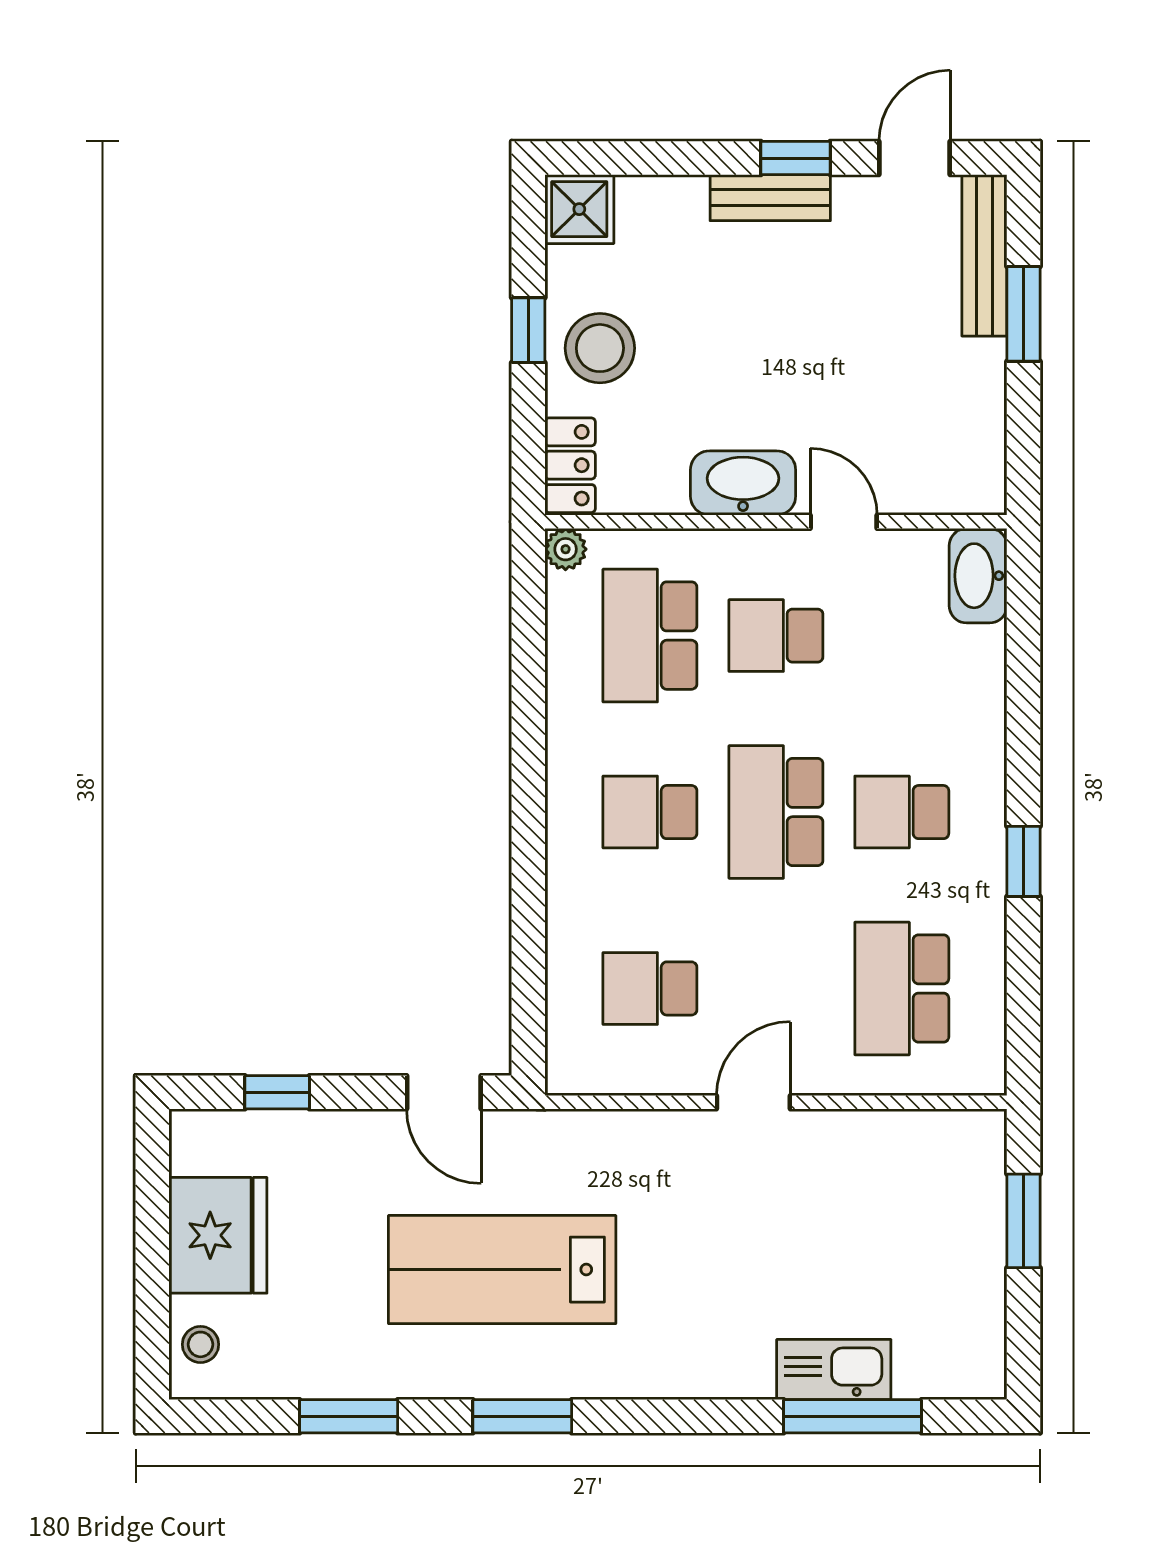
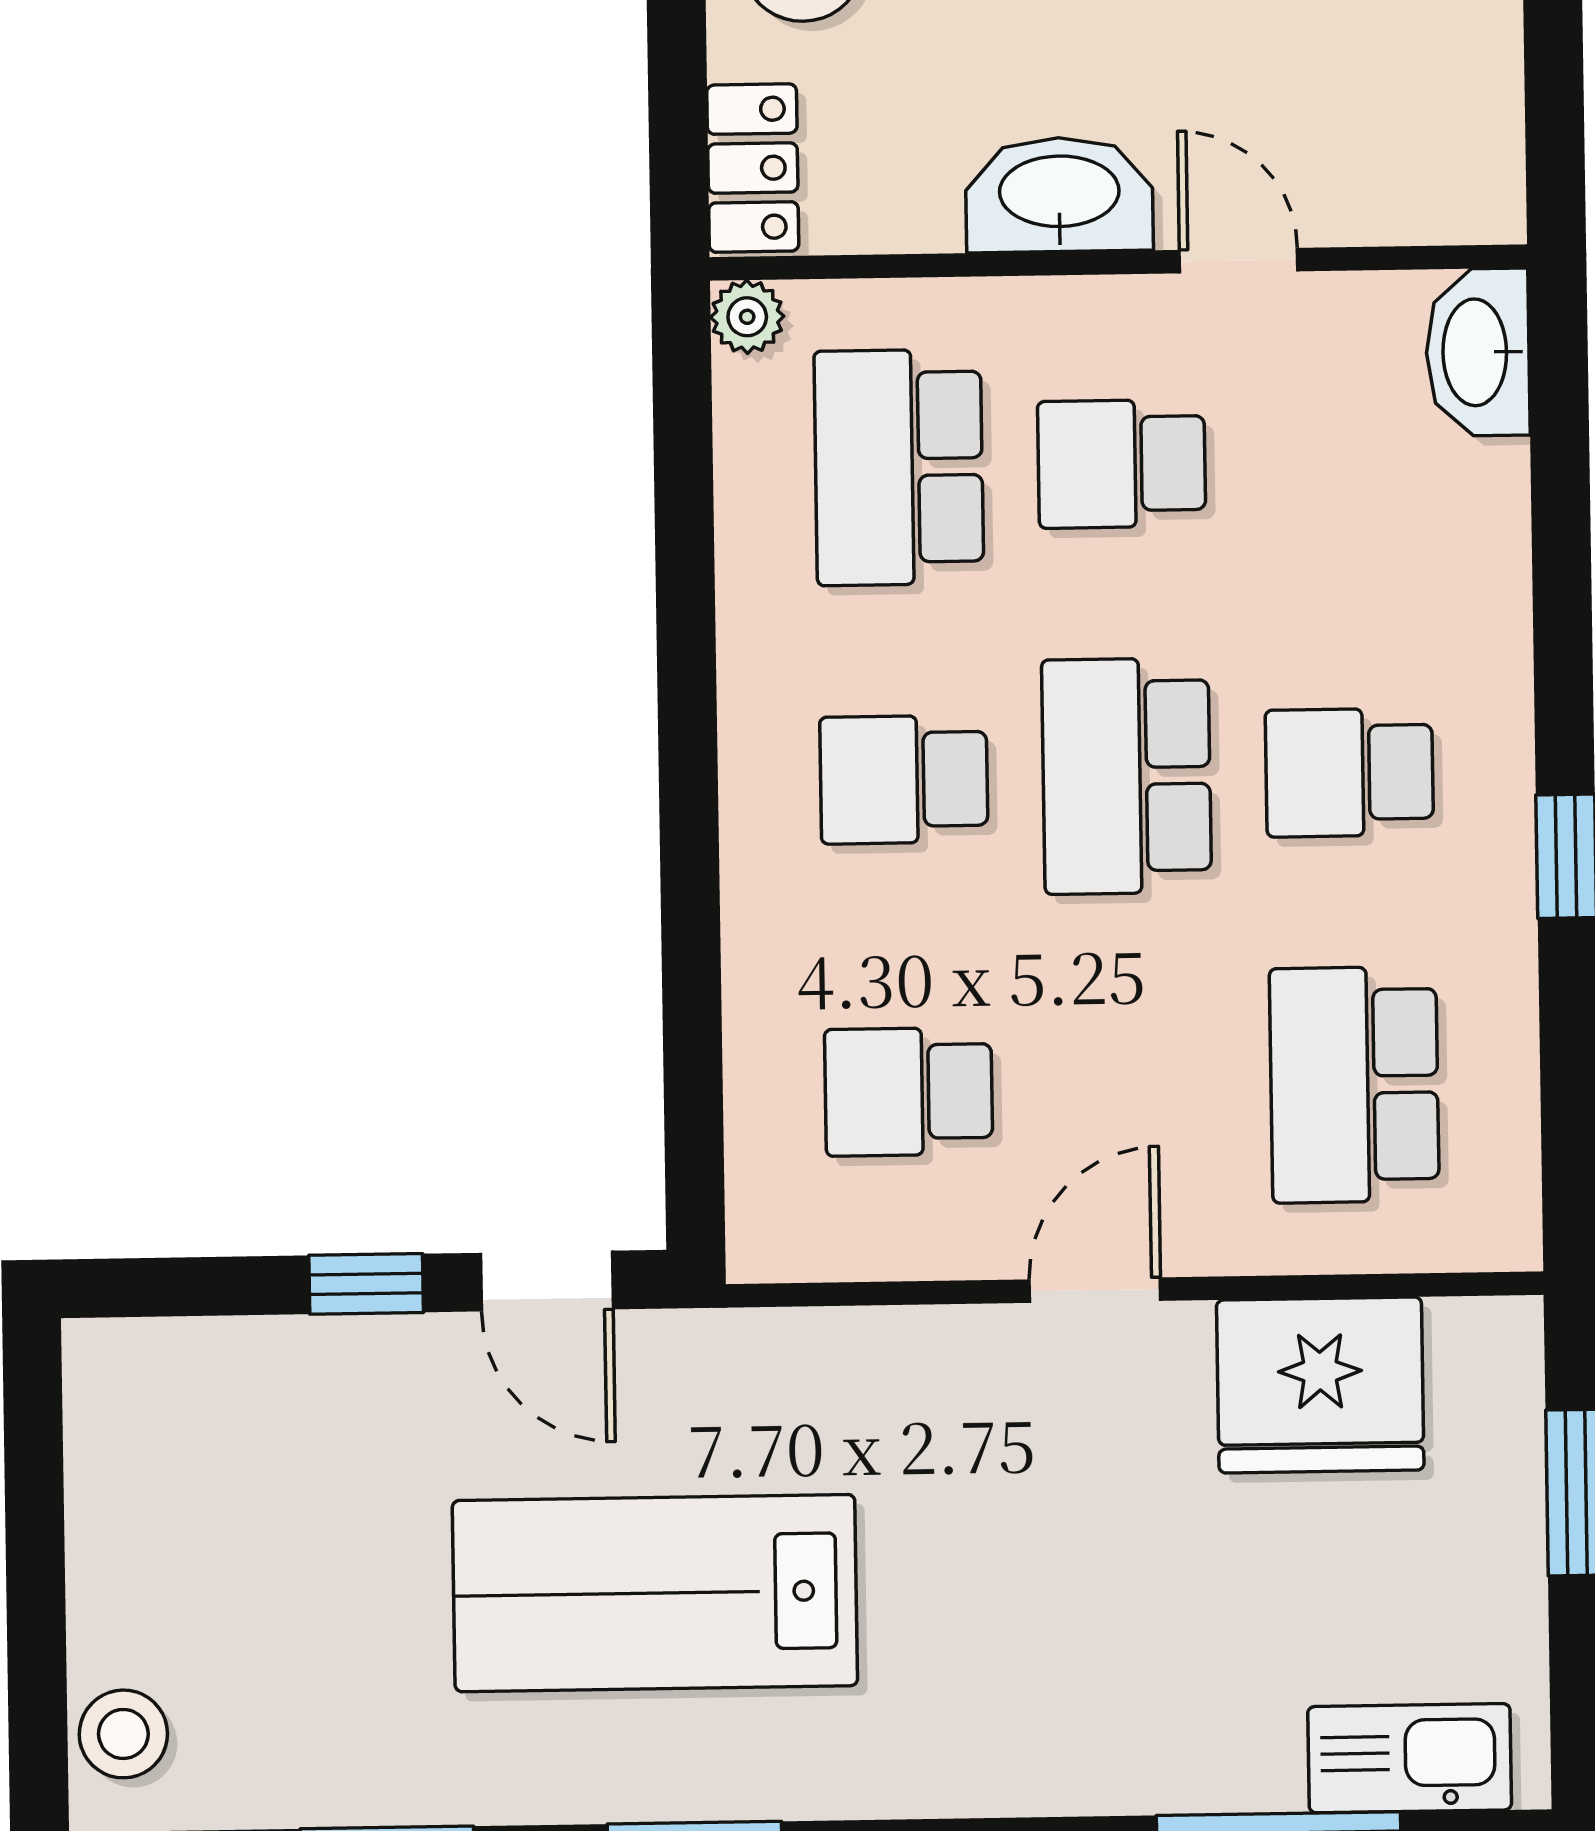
window: (277, 1092) -> (366, 1284), moved
fridge: (218, 1235) -> (1320, 1385), moved, turned 90
stool: (201, 1344) -> (123, 1734), width x1.37, depth x1.37
kitchen sink: (834, 1370) -> (1410, 1758), moved

